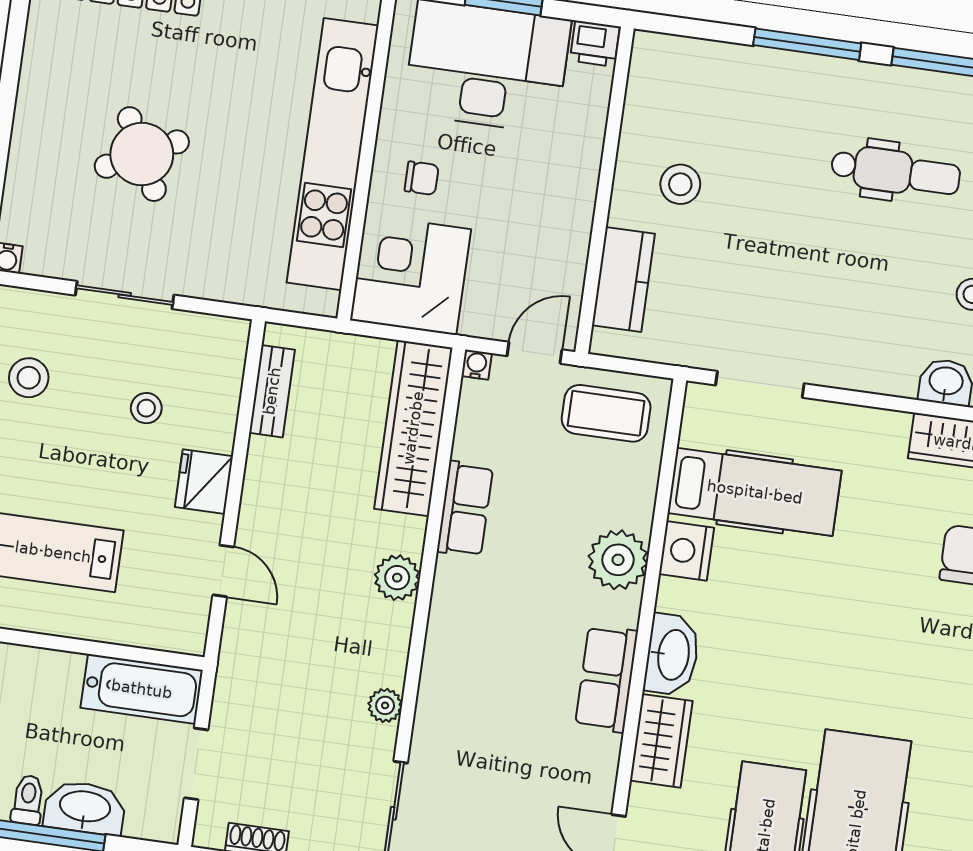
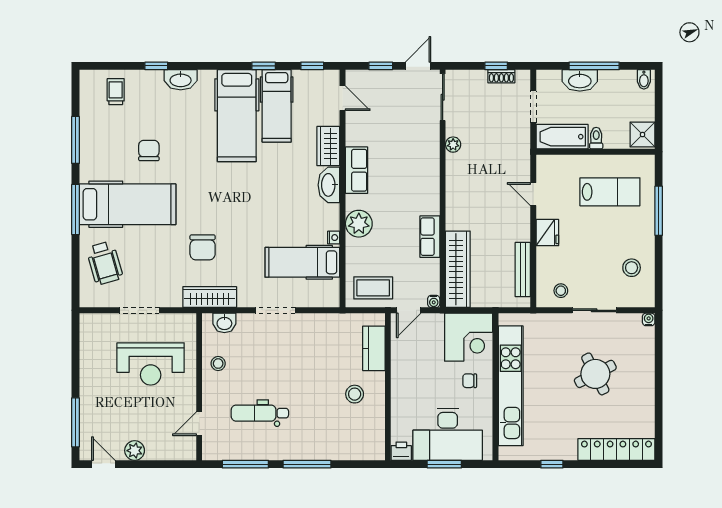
doorway: (760, 384) -> (275, 310), moved
bench: (272, 391) -> (523, 270), width x1.36
stool: (146, 408) -> (561, 291), moved
nightstand: (687, 551) -> (334, 238), width x0.53, depth x0.56
plant: (397, 578) -> (456, 202), removed
toilet: (28, 800) -> (596, 138), moved, turned 180

